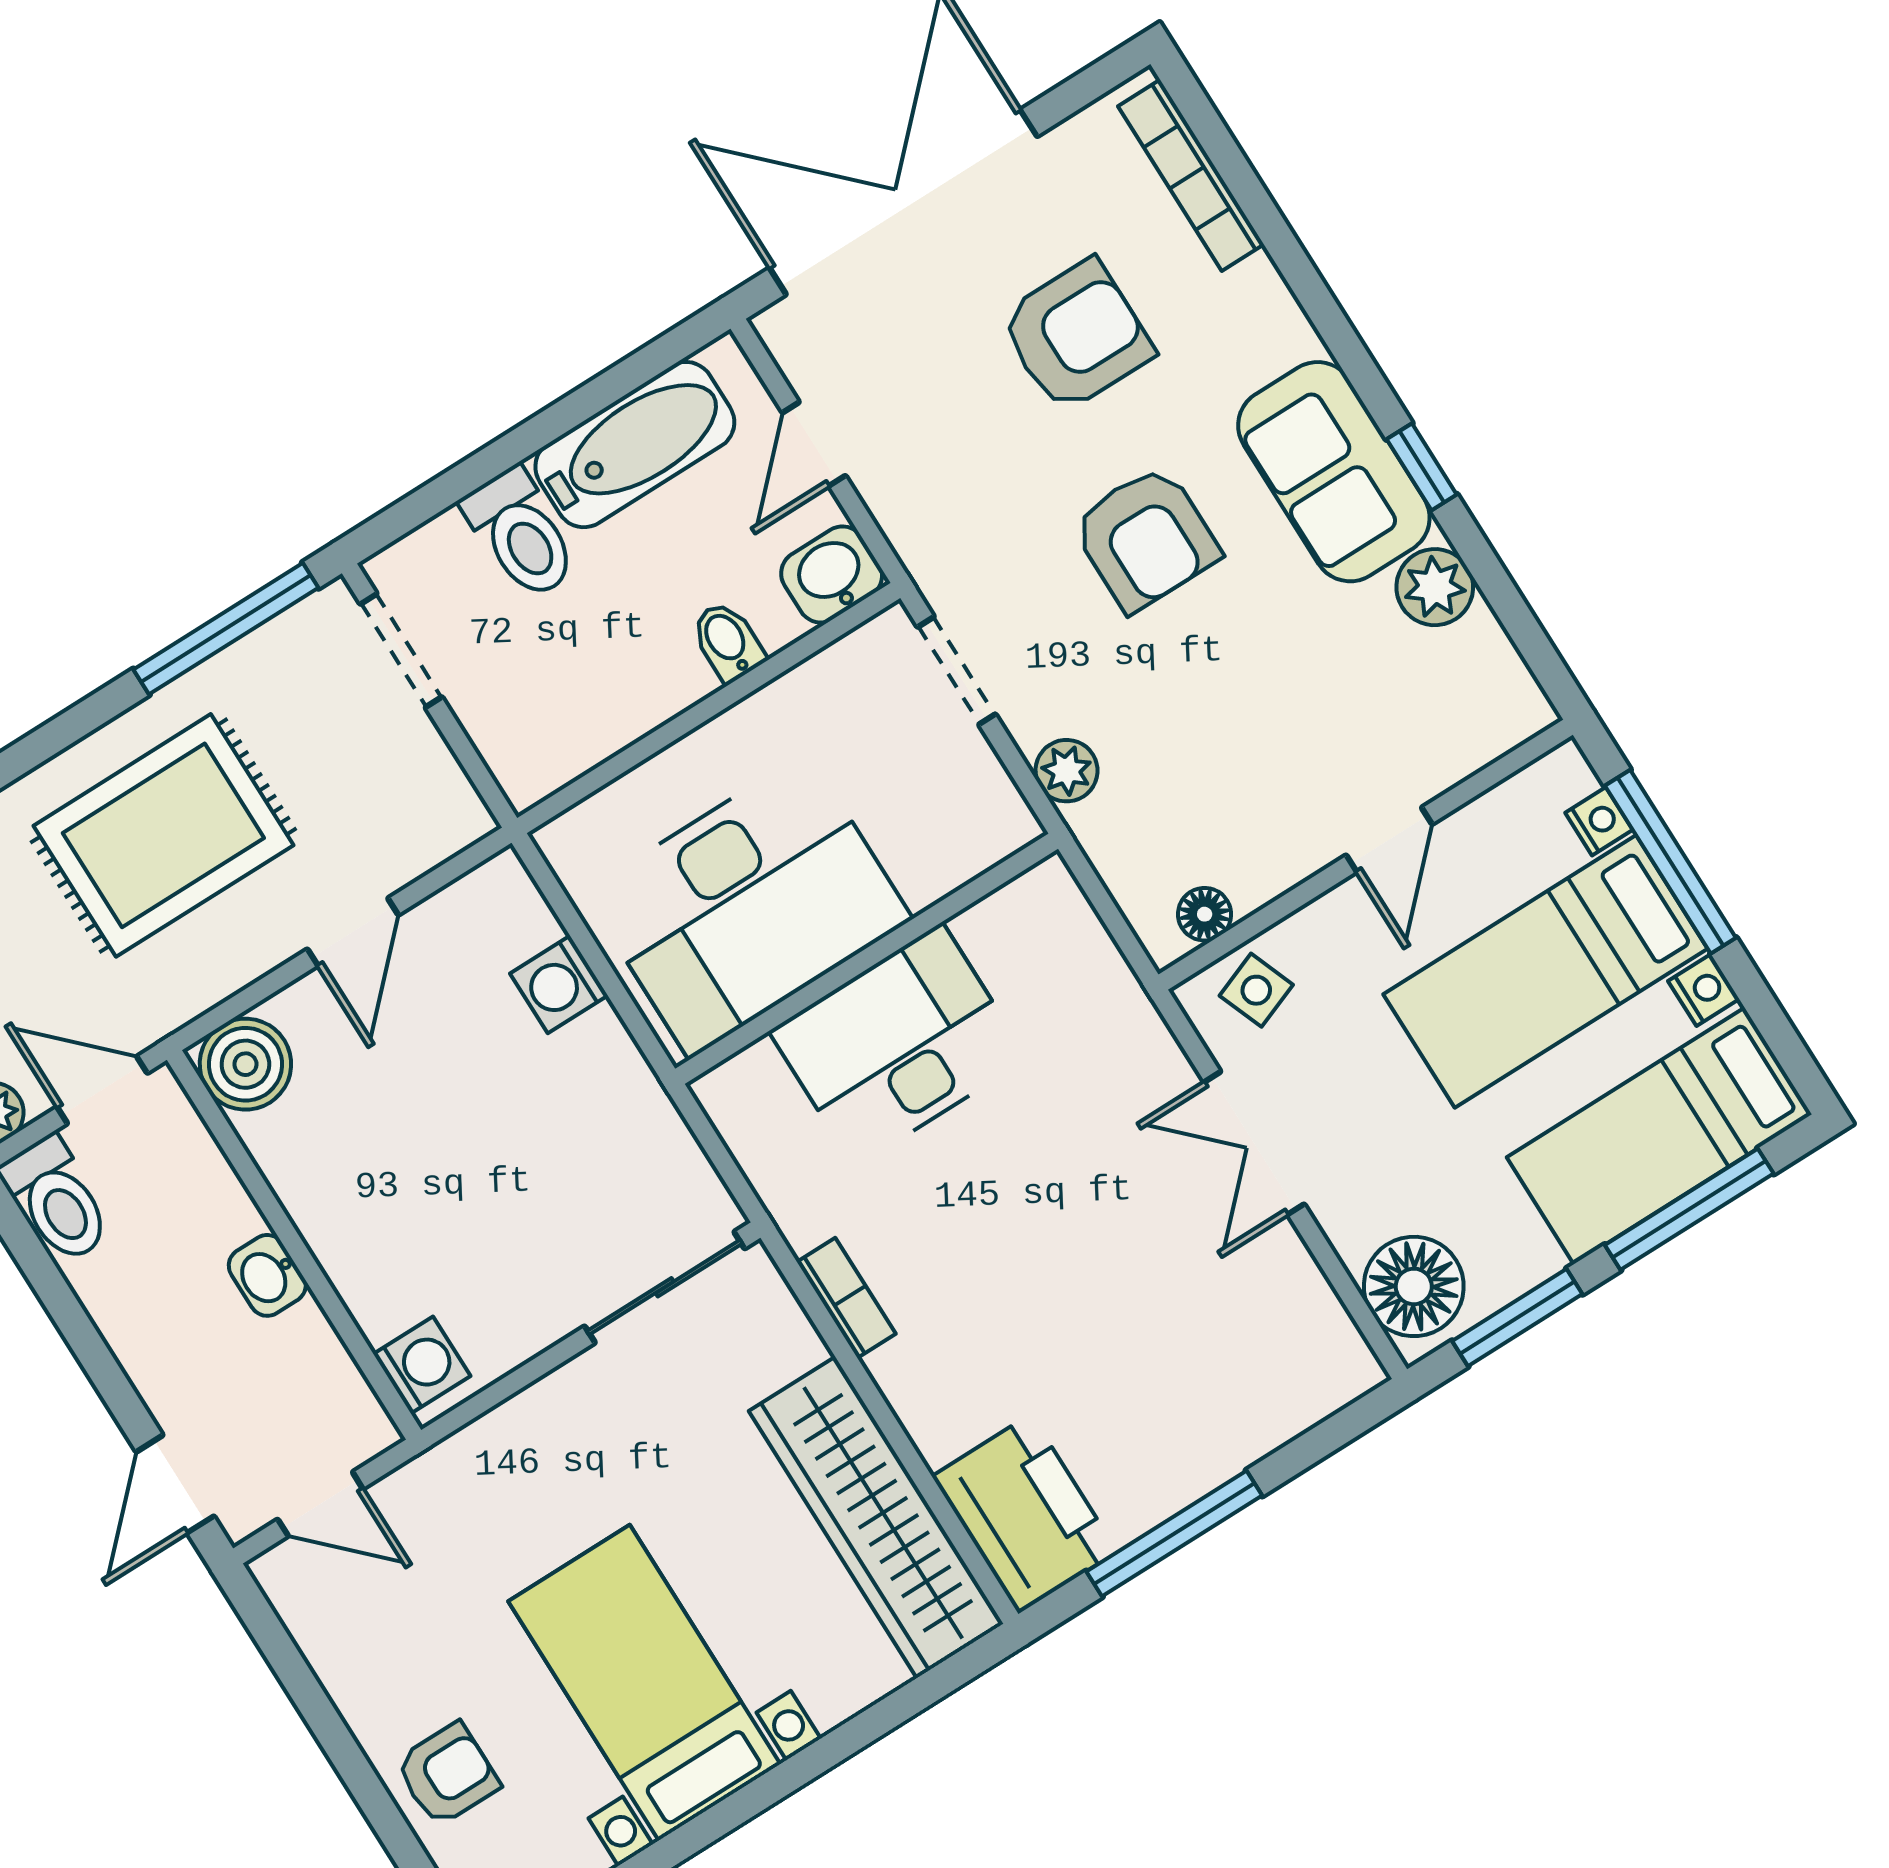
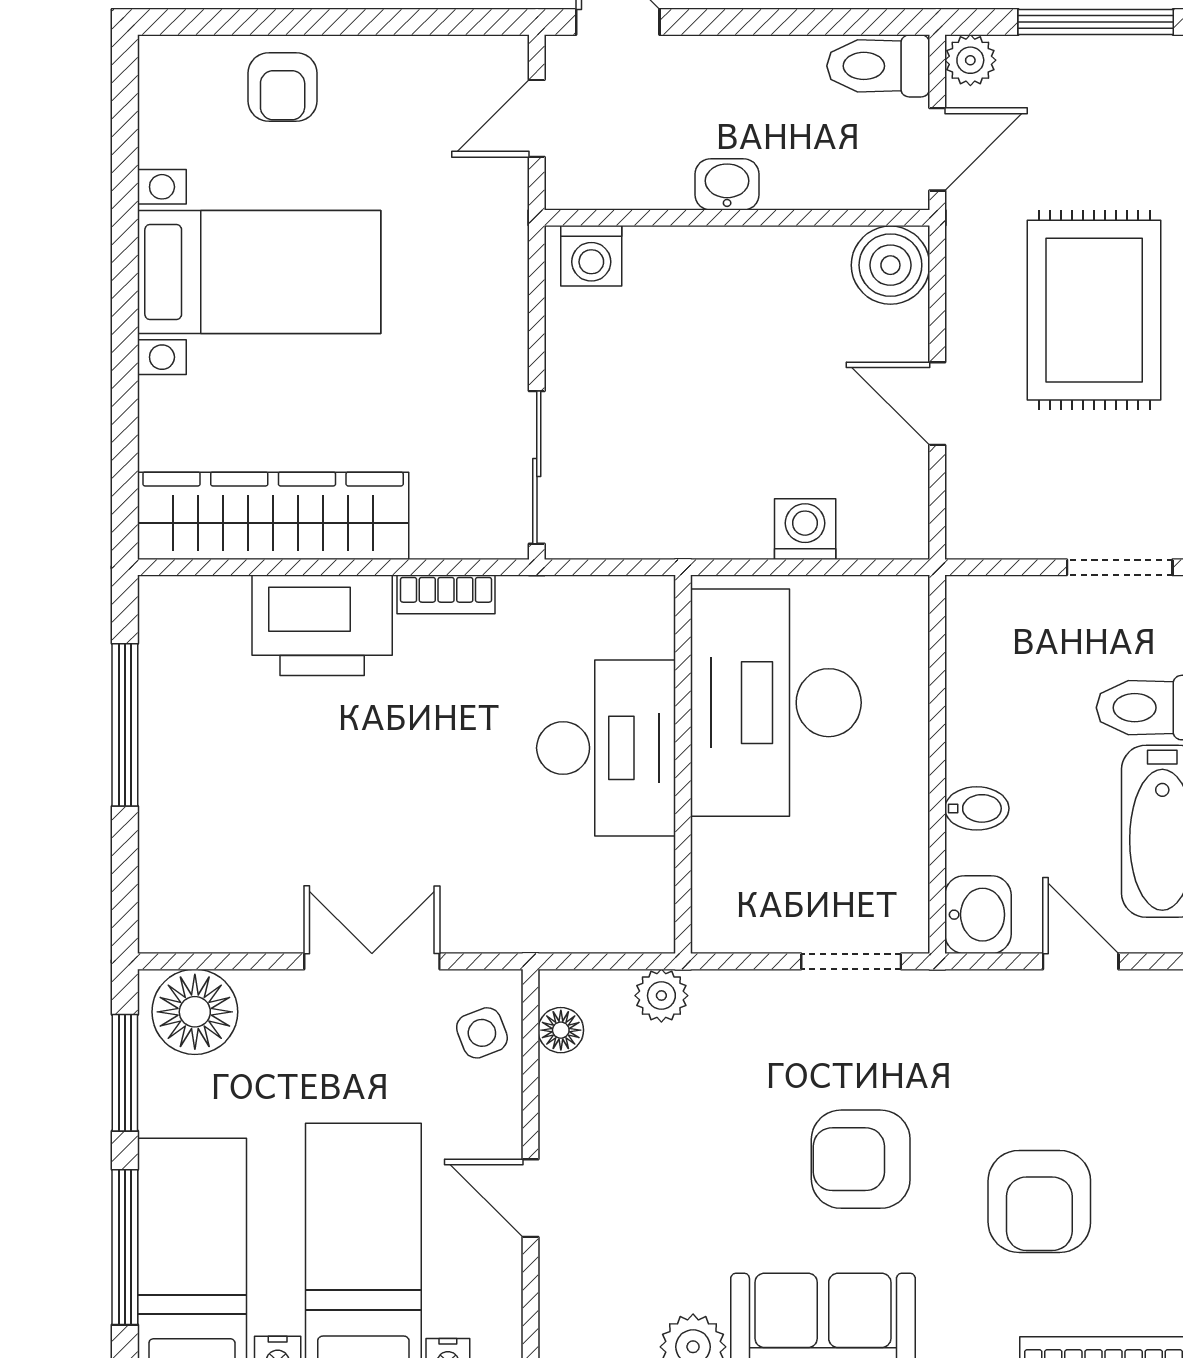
plant: (1067, 771) -> (661, 996), moved
printer: (1025, 1514) -> (322, 625), moved

